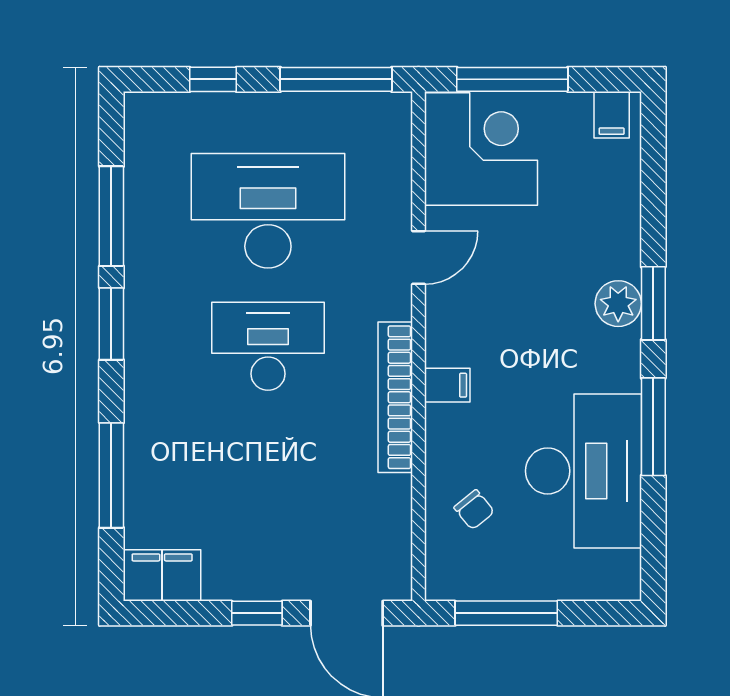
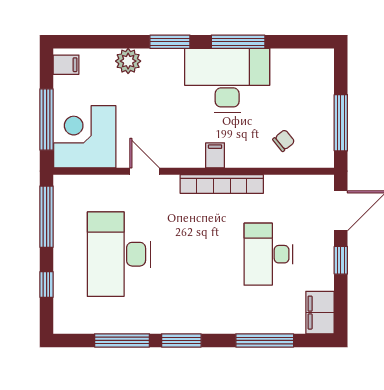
plant: (618, 304) -> (128, 61), moved
desk: (268, 346) -> (268, 254), moved
desk: (583, 471) -> (227, 80), moved

